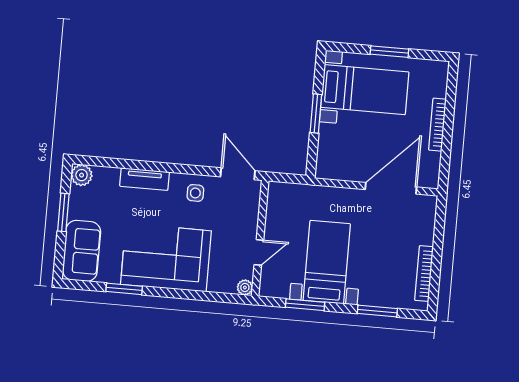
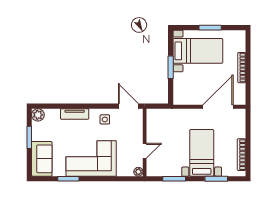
bed with nightstands: (327, 262) -> (202, 153), moved

